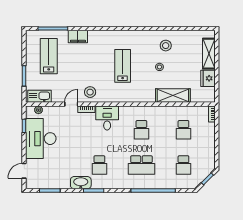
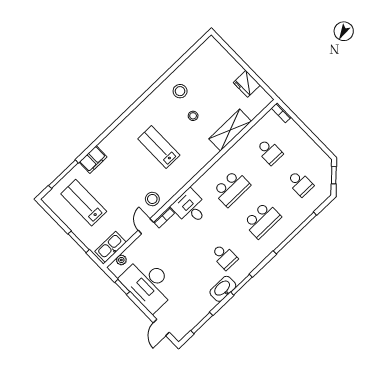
shelving: (209, 54) -> (226, 61), removed
school desk: (141, 130) -> (231, 188), width x1.85

